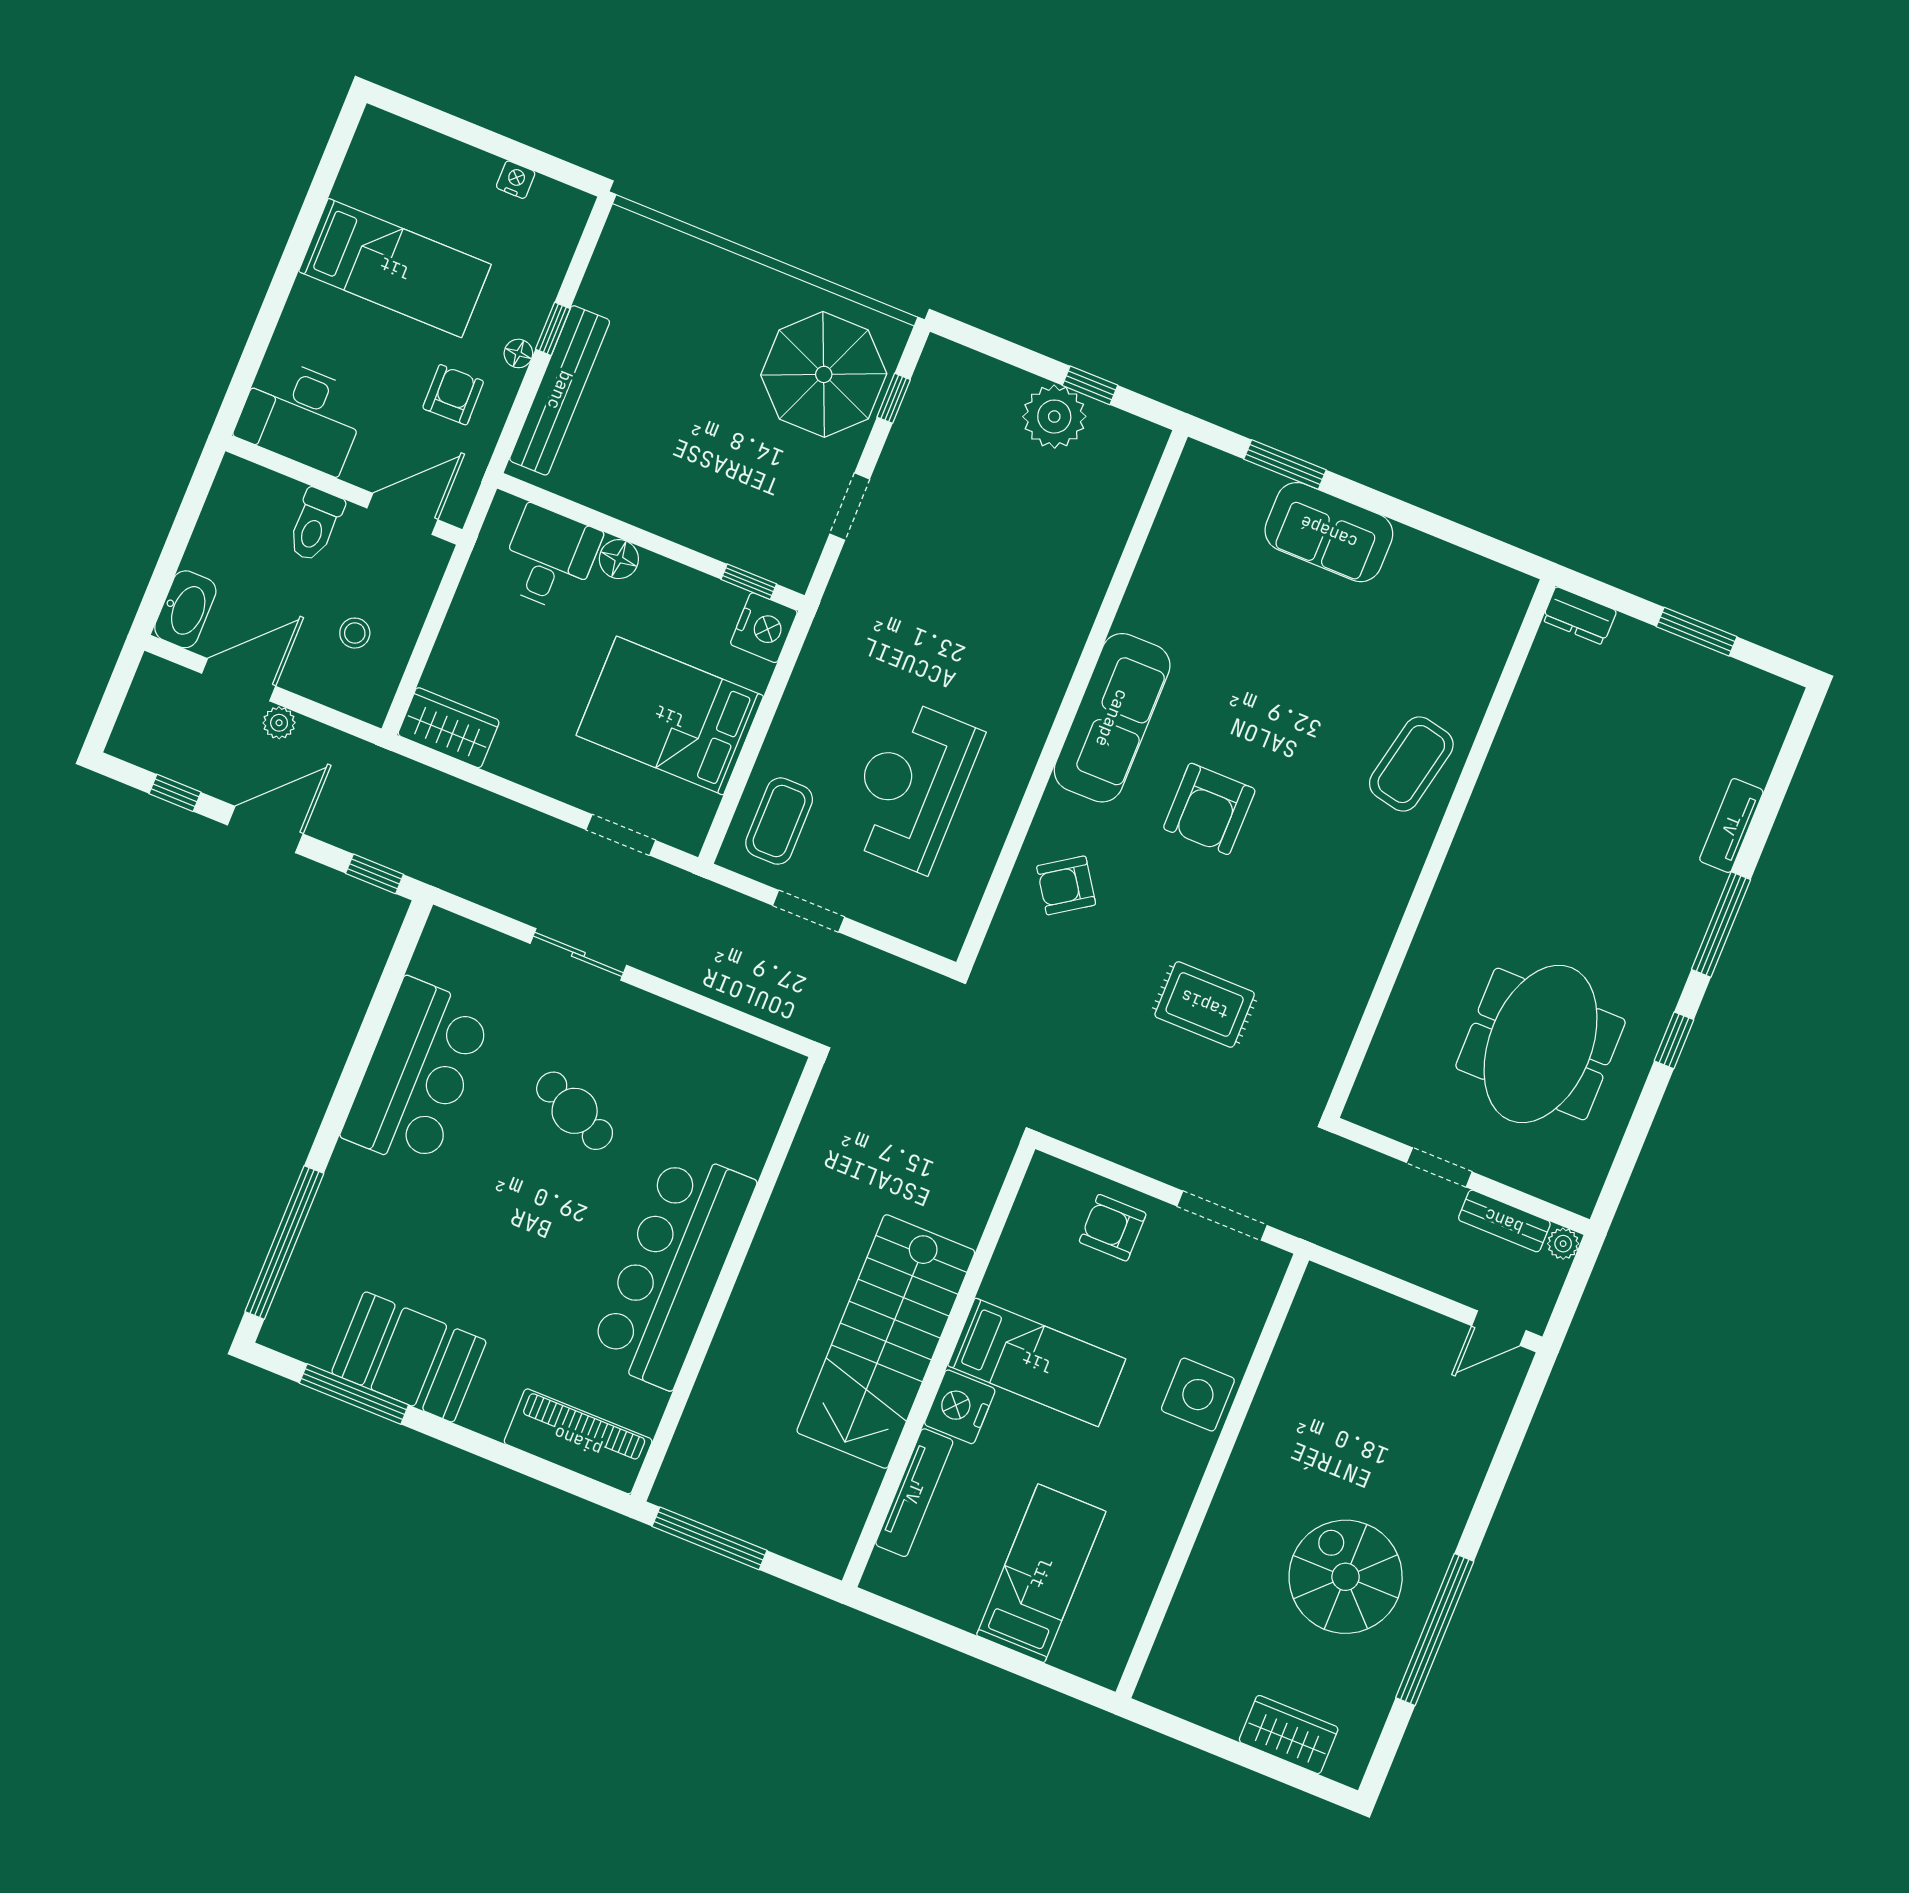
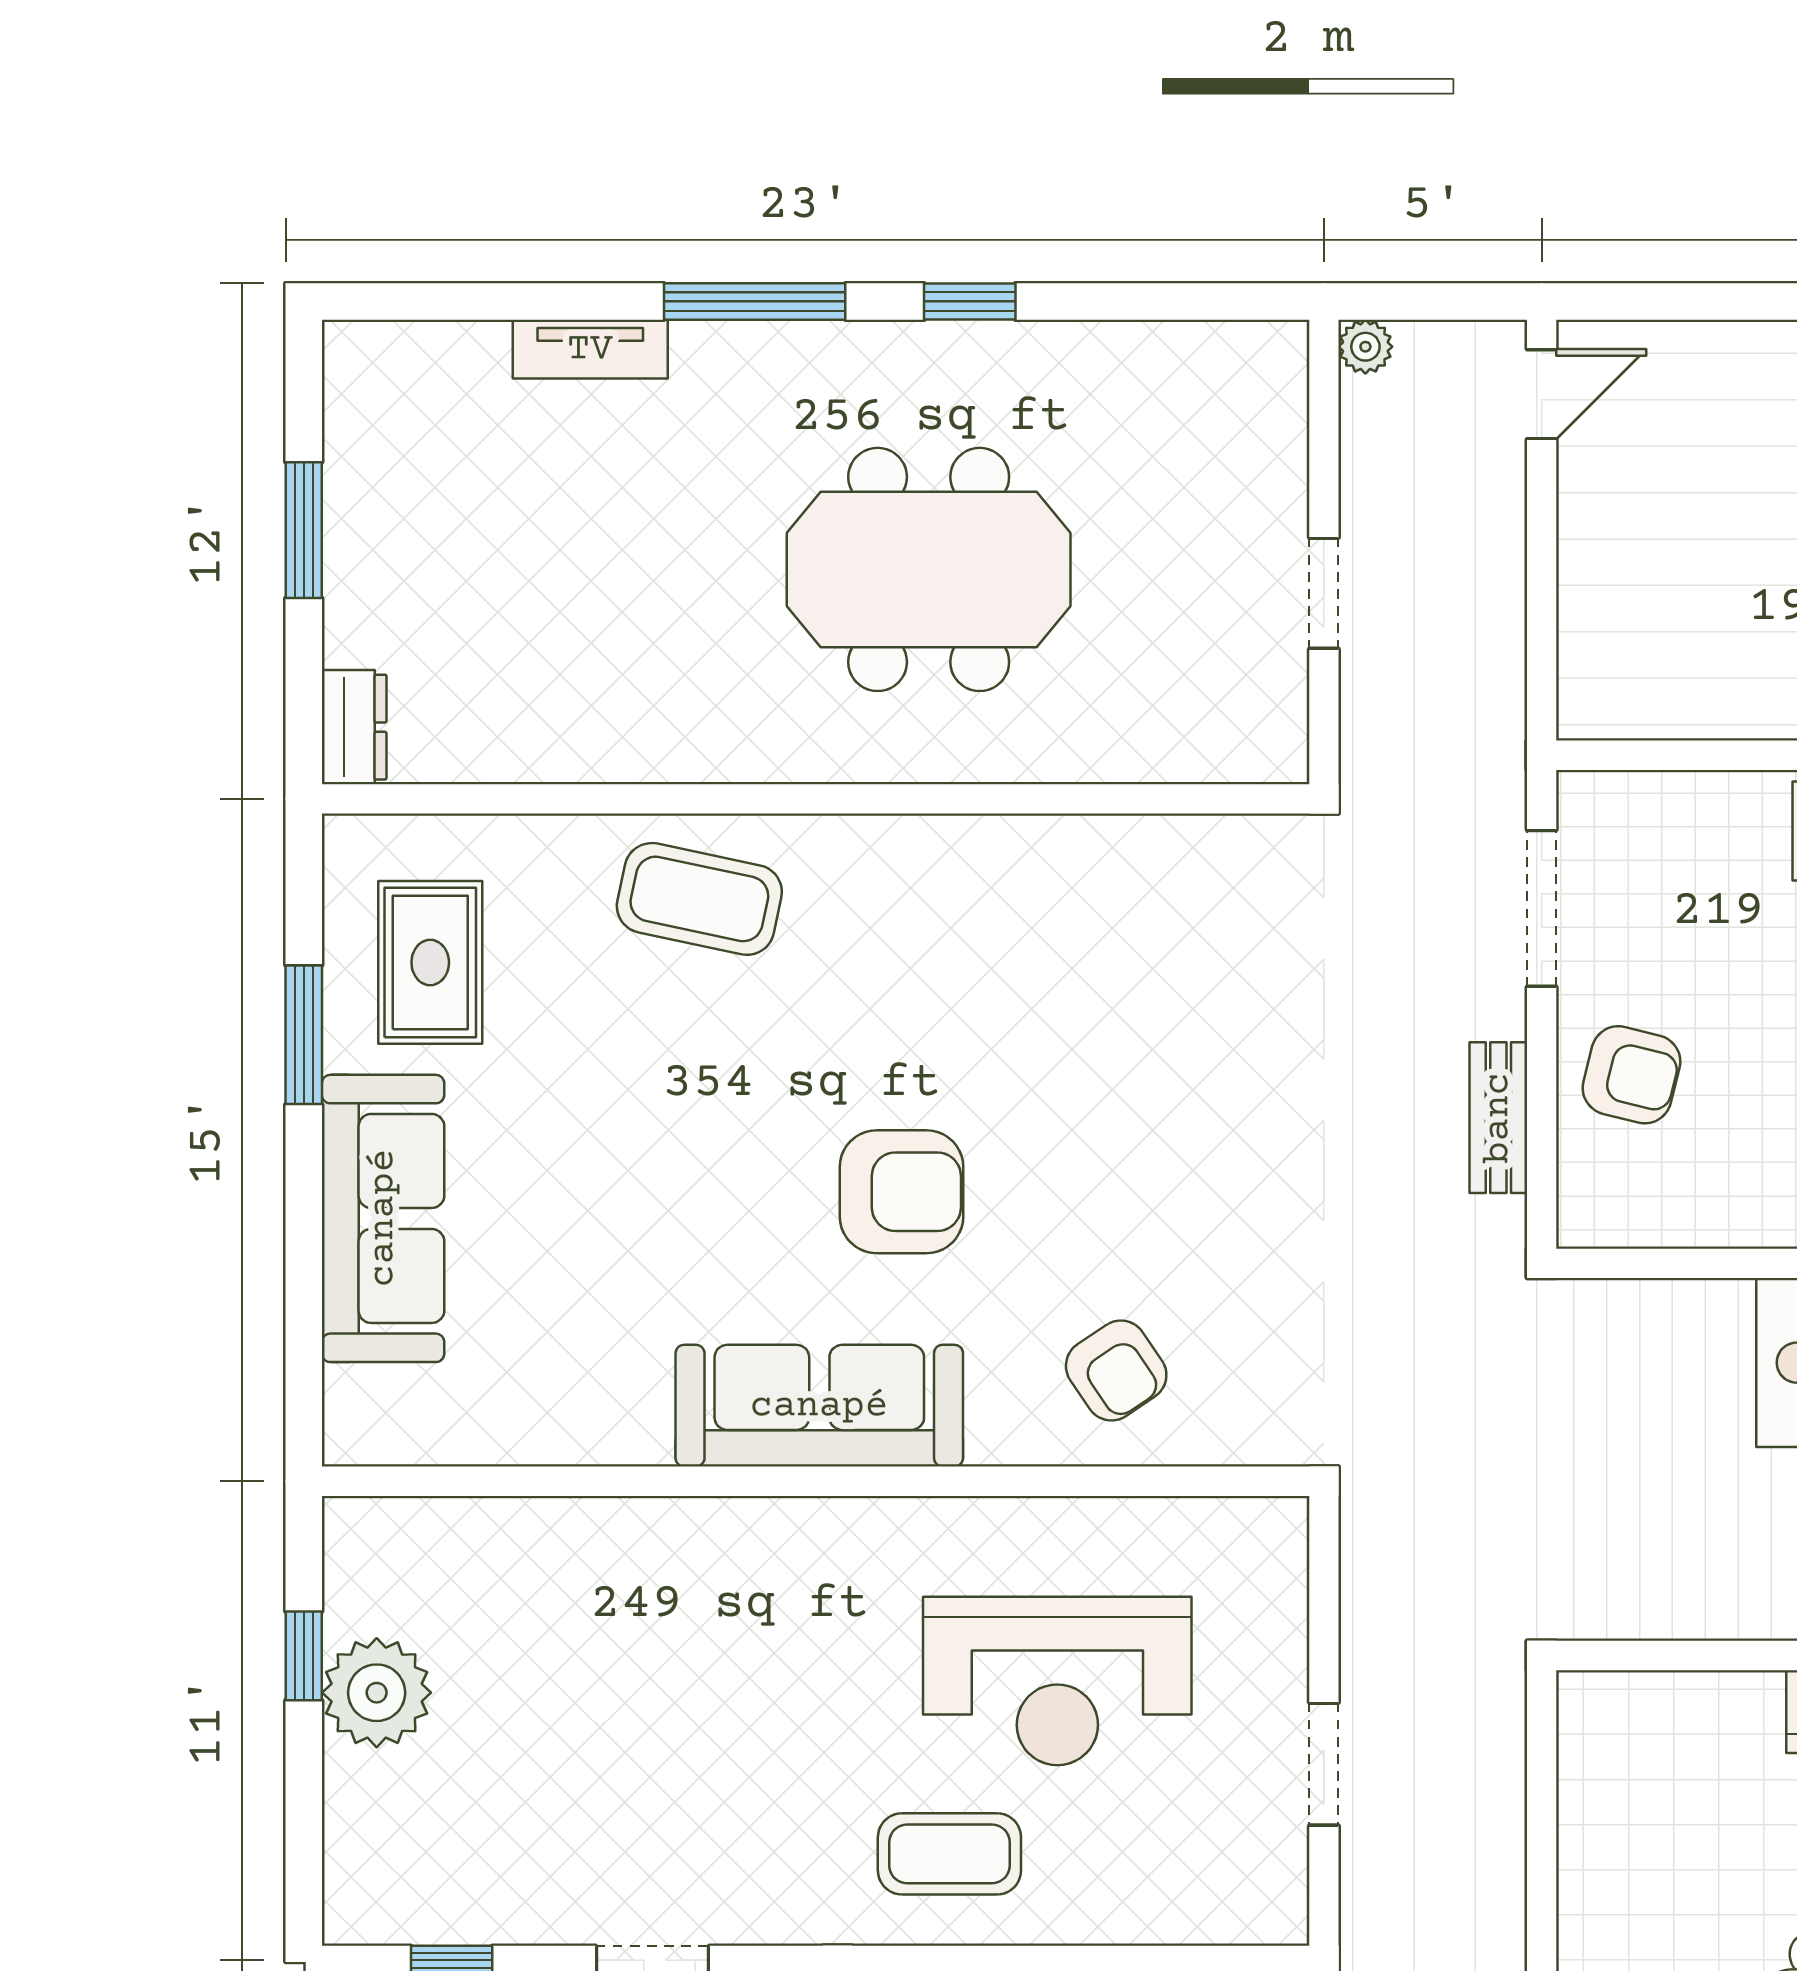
window: (1285, 465) -> (304, 1035), moved
sofa: (1329, 532) -> (383, 1218), width x1.36
coffee table: (779, 821) -> (949, 1854), moved
rug: (1205, 1004) -> (430, 962), moved
meeting table: (1541, 1044) -> (929, 569), moved
bench: (1504, 1221) -> (1498, 1118), moved
armchair: (1113, 1228) -> (1631, 1075), turned -76
door: (1499, 1328) -> (1542, 394), hinge flipped

